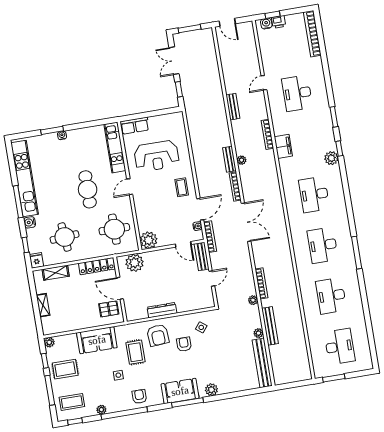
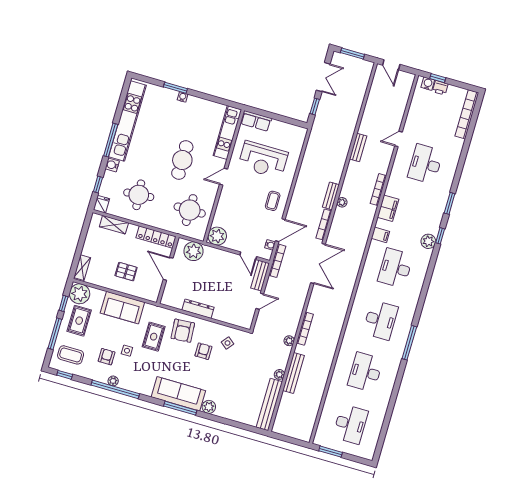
double door: (174, 61) -> (323, 77), swing flipped
filing cabinet: (288, 172) -> (380, 235), added
desk: (323, 245) -> (380, 320), turned 180
shelving: (43, 305) -> (82, 268), moved
pallet: (109, 309) -> (126, 272), moved
plant: (49, 342) -> (80, 294), width x1.88, depth x1.88
rug: (65, 369) -> (79, 321), turned 90
sofa: (180, 391) -> (178, 394), width x1.36
armchair: (139, 397) -> (107, 357), moved
plant: (101, 410) -> (113, 381), moved

